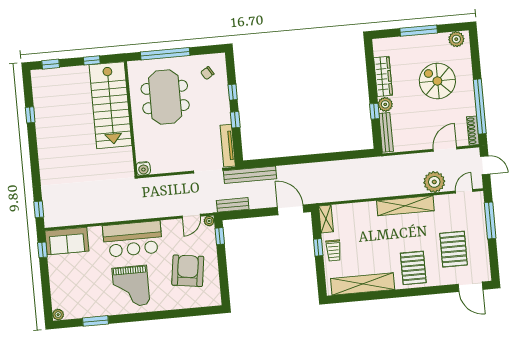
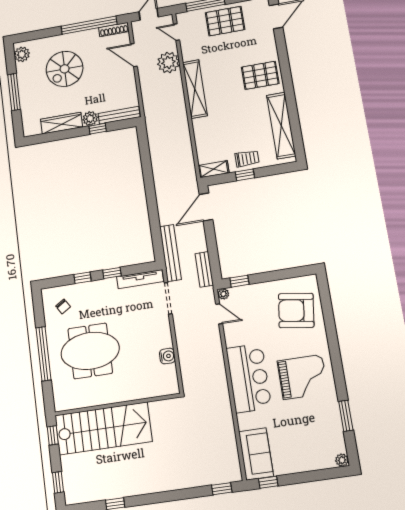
stairs: (110, 105) -> (103, 428), moved
wall: (131, 119) -> (117, 405), moved
water cooler: (143, 168) -> (167, 356), moved
pallet: (454, 249) -> (225, 21), moved
armchair: (188, 271) -> (296, 310), moved

